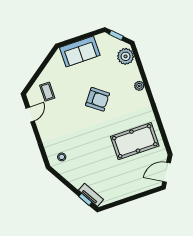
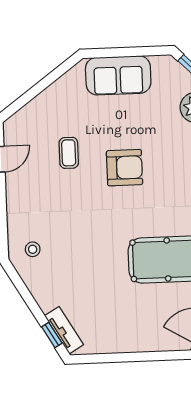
coffee table: (47, 92) -> (69, 153), moved
armchair: (98, 99) -> (125, 168), turned -37

